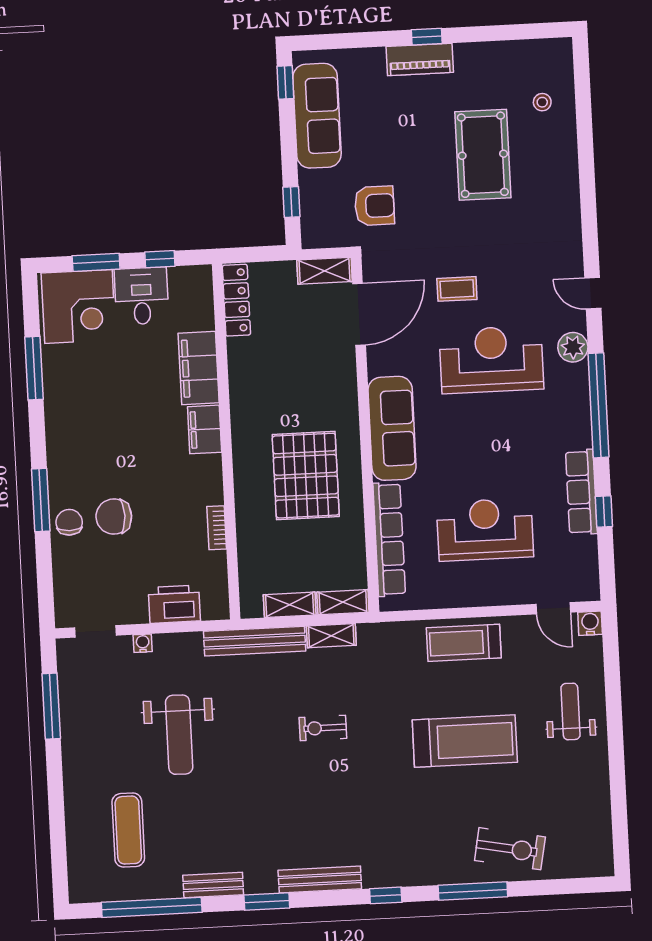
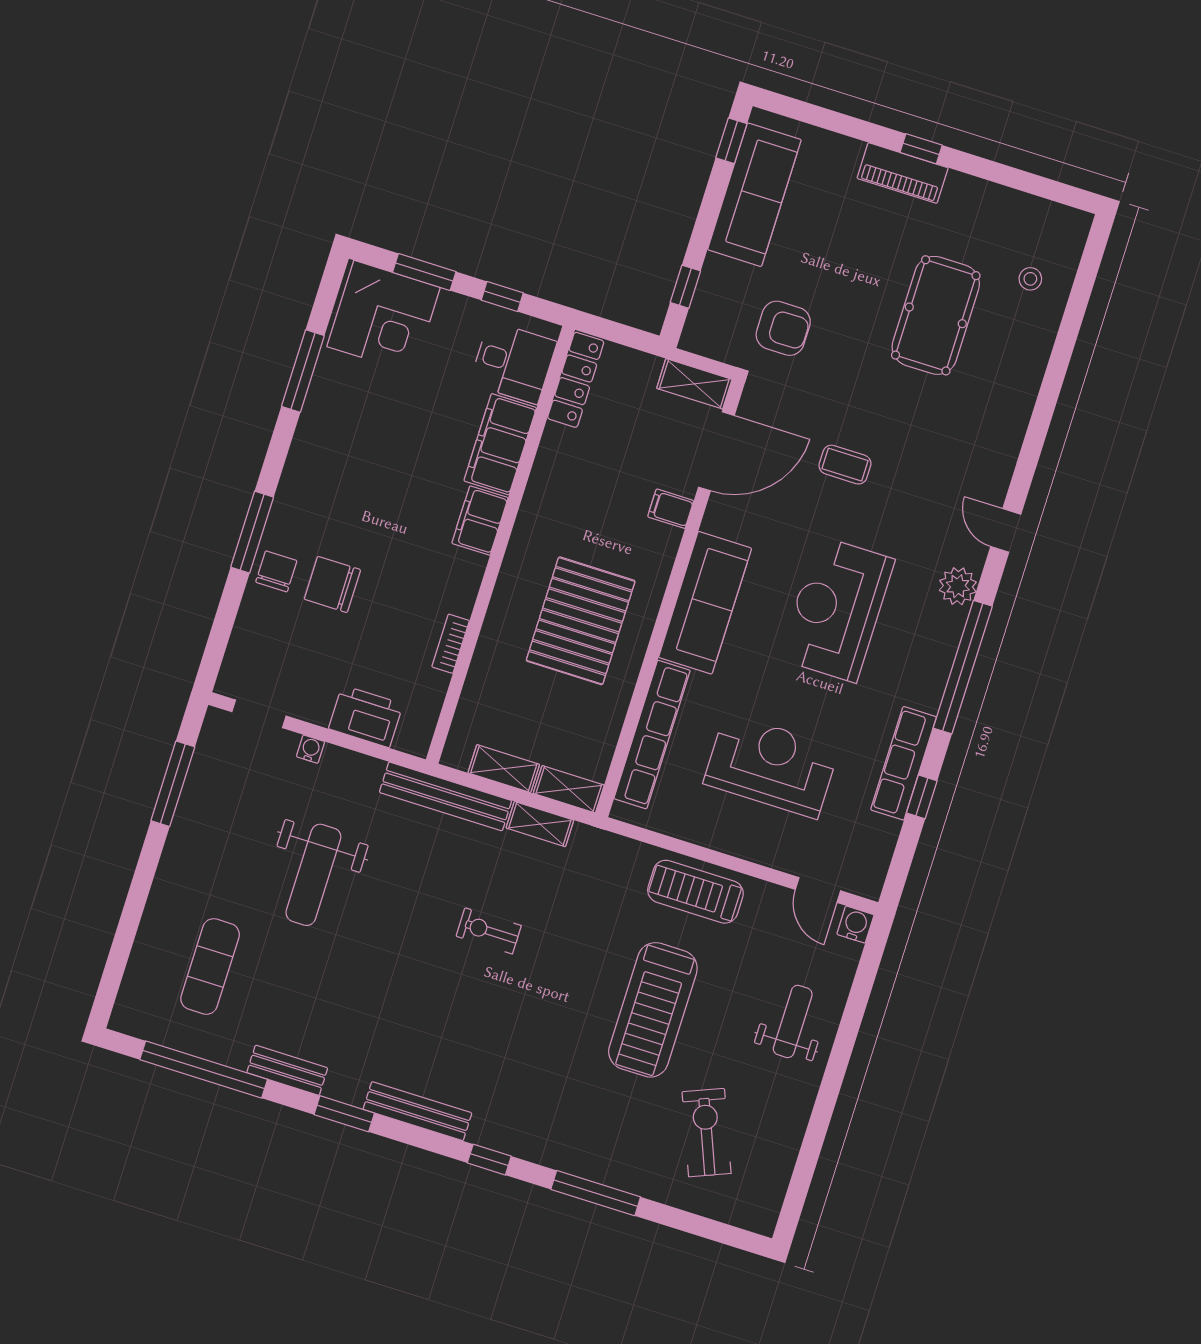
desk: (142, 296) -> (513, 363), moved, turned 90
reception desk: (491, 360) -> (837, 609), moved, turned -90
filing cabinet: (341, 369) -> (671, 509), added
treadmill: (465, 741) -> (653, 1010), turned 90
exercise bike: (510, 849) -> (707, 1133), moved, turned -123

